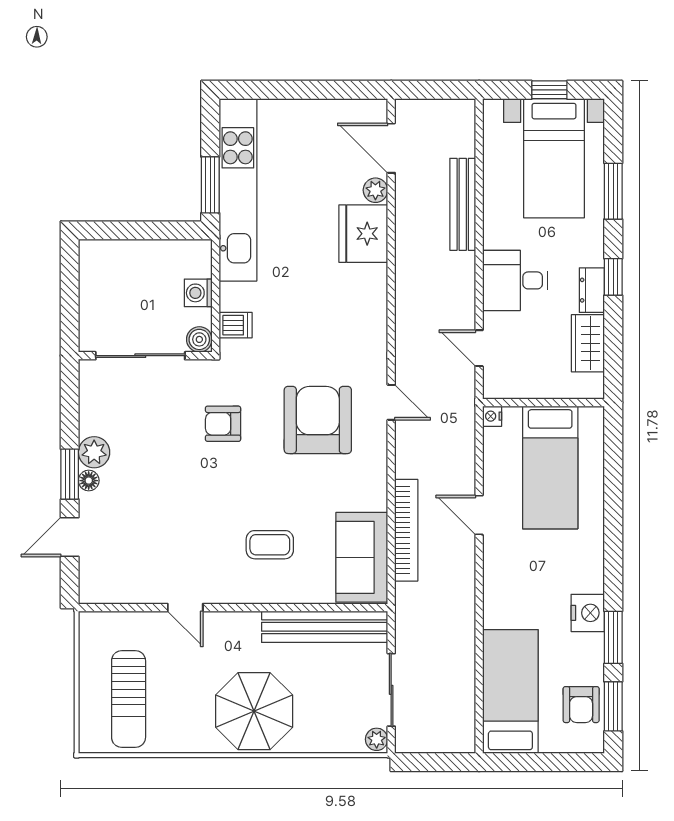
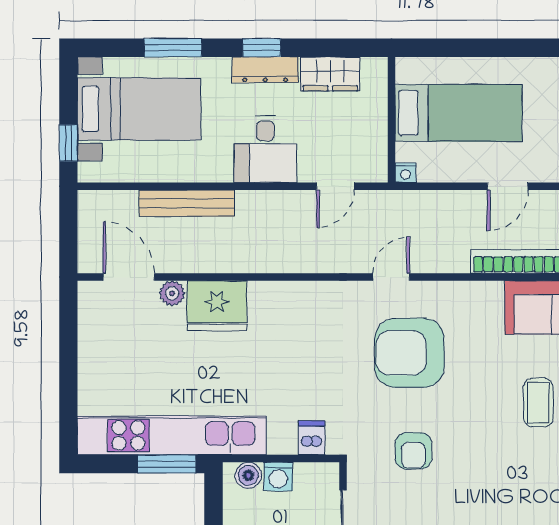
window: (549, 90) -> (68, 143), moved
door: (391, 148) -> (129, 277), swing flipped
dresser: (592, 290) -> (265, 70), width x1.44
boiler: (199, 339) -> (248, 475), moved

